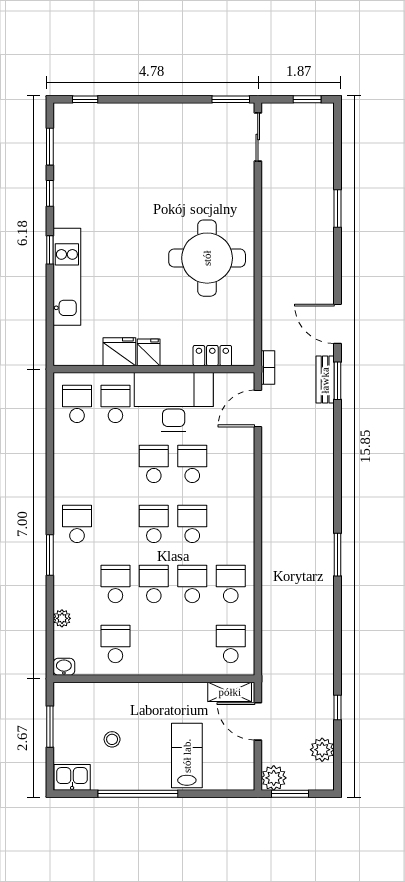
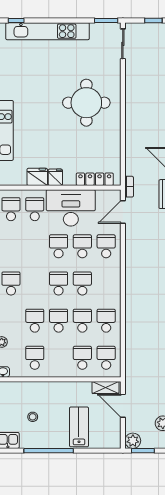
kitchen unit: (136, 116) -> (48, 31), added
round table: (207, 258) -> (86, 103), moved
locker: (212, 356) -> (95, 179), width x1.53
school desk: (231, 464) -> (106, 246), added
school desk: (192, 644) -> (82, 358), added

